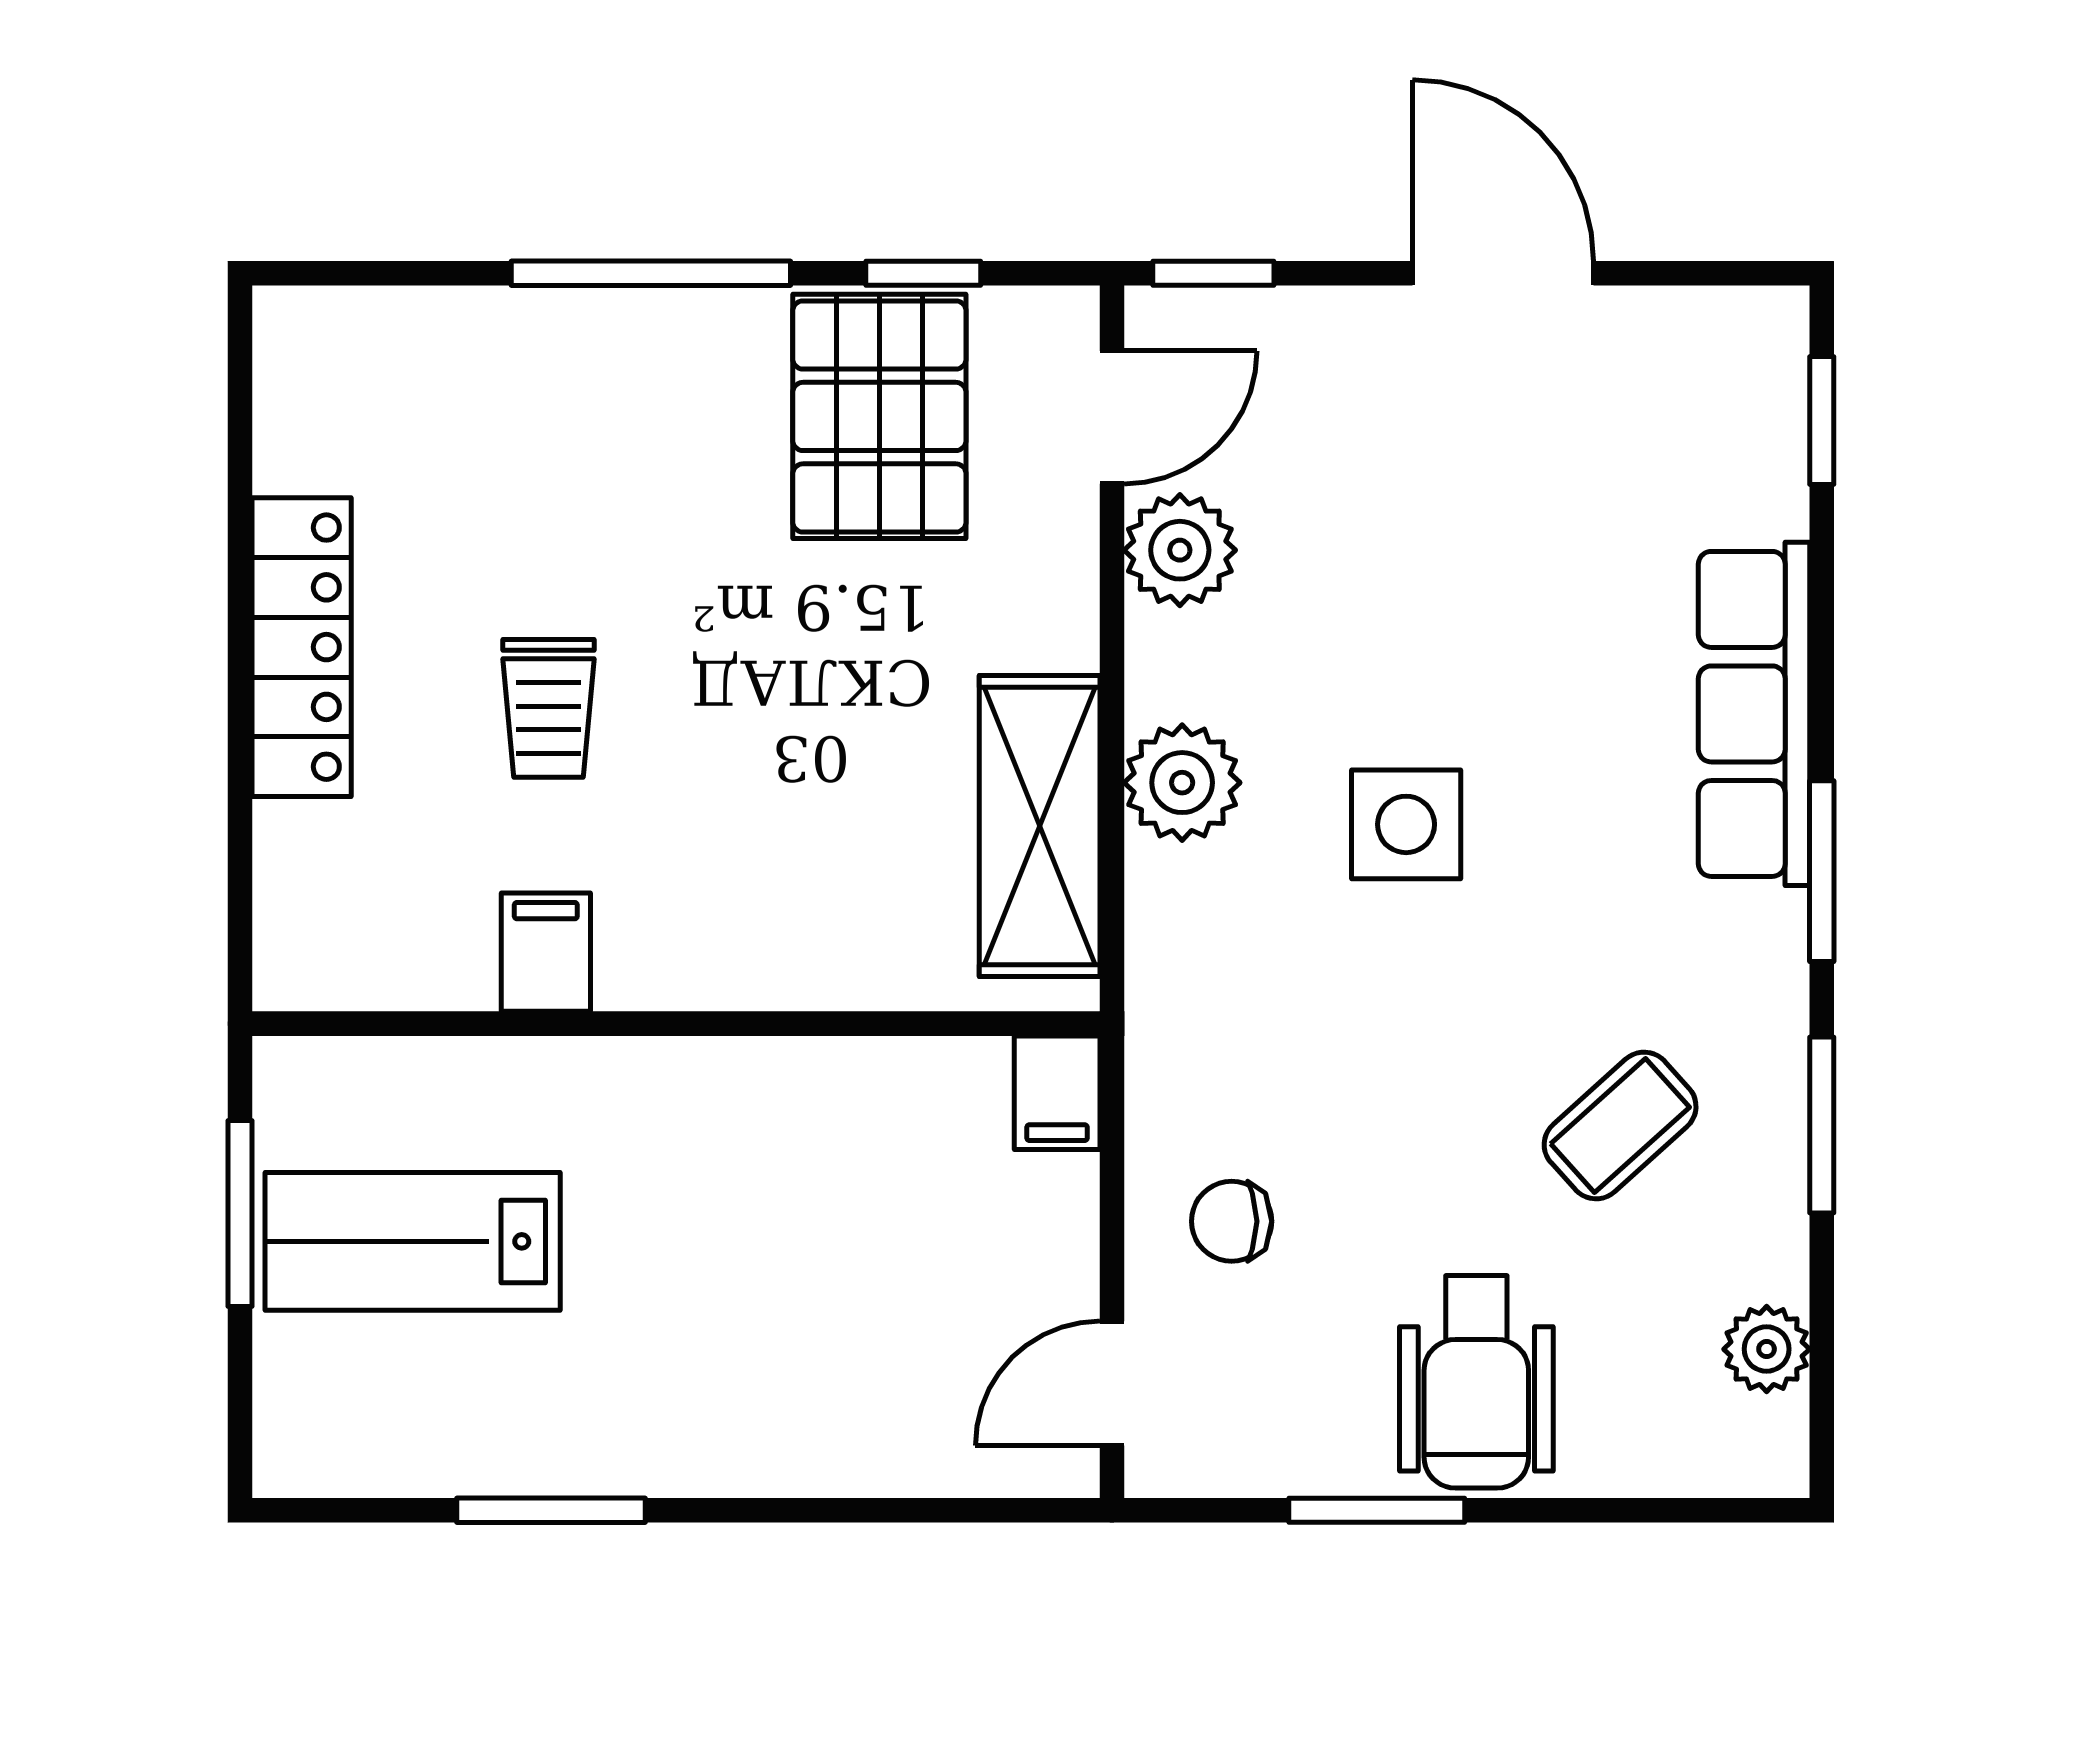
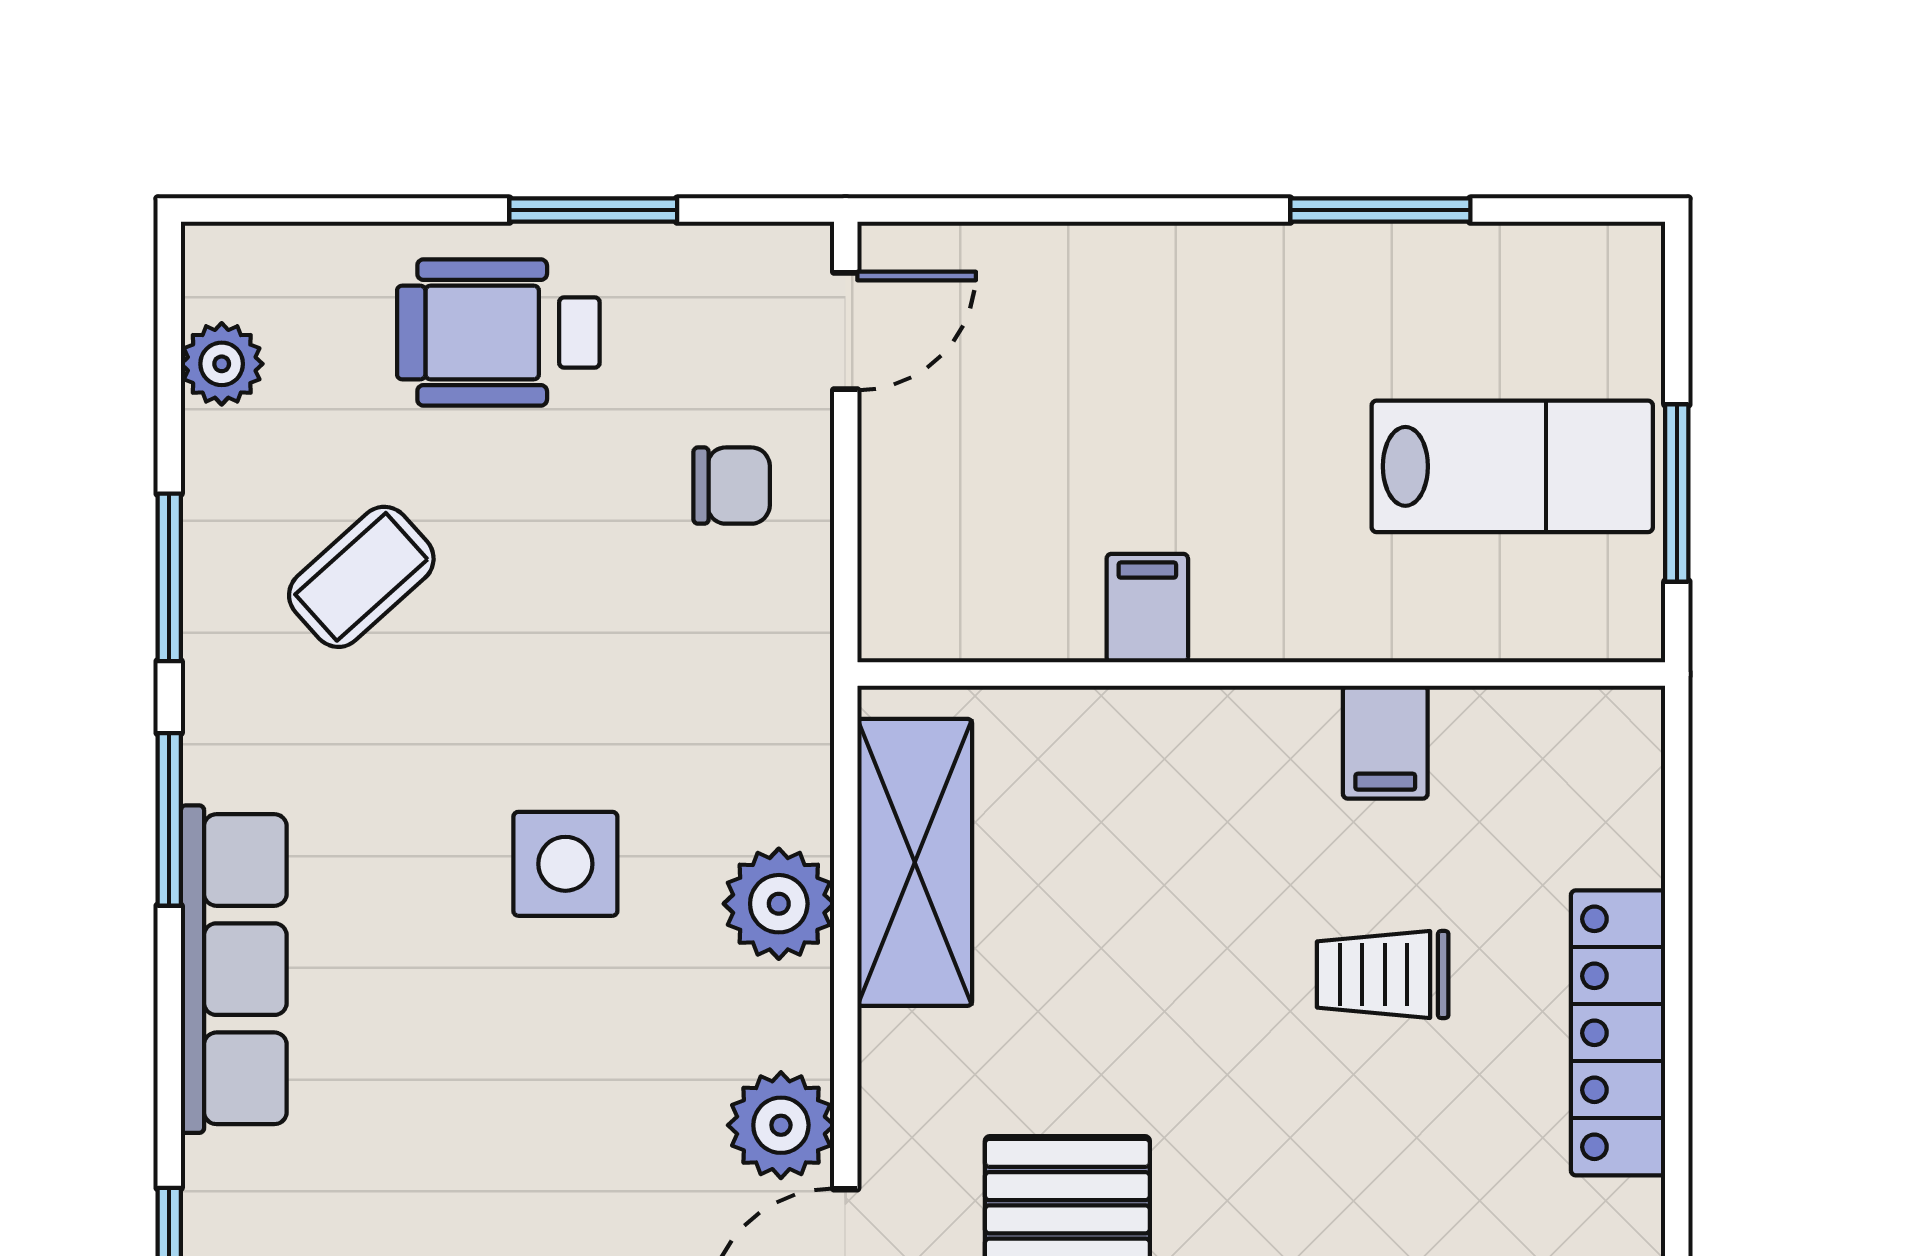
trolley: (549, 708) -> (1383, 974), turned -90
filing cabinet: (1057, 1093) -> (1147, 608), moved
wheelchair: (1476, 1382) -> (498, 332), turned -90

